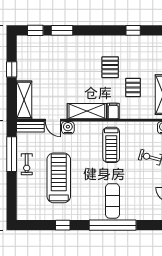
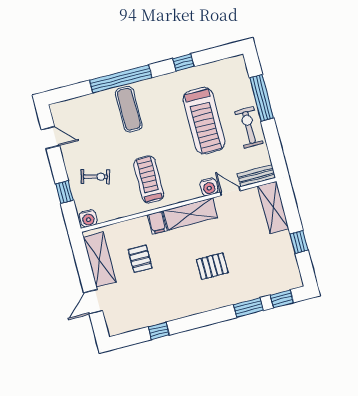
pallet: (110, 67) -> (212, 266), moved, turned 90
window: (12, 154) -> (262, 98), moved
exercise bike: (27, 164) -> (249, 127), width x1.38, depth x1.39

